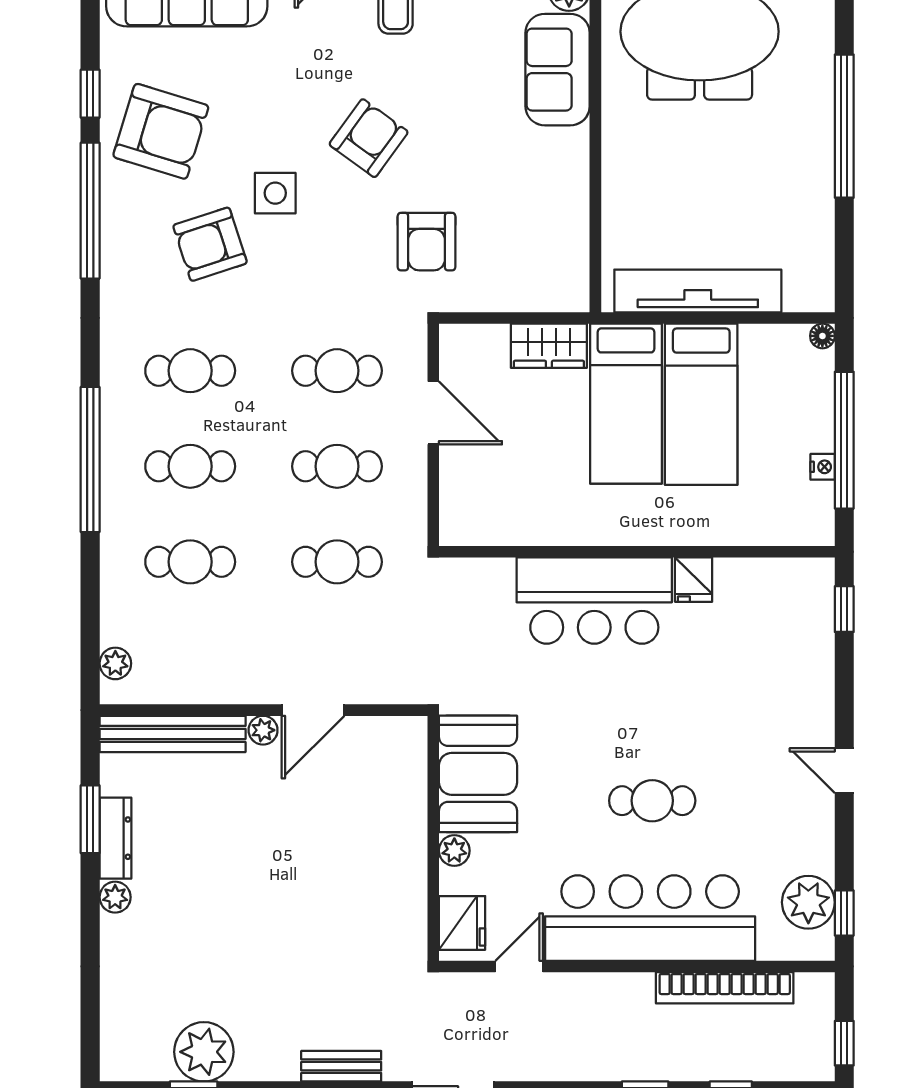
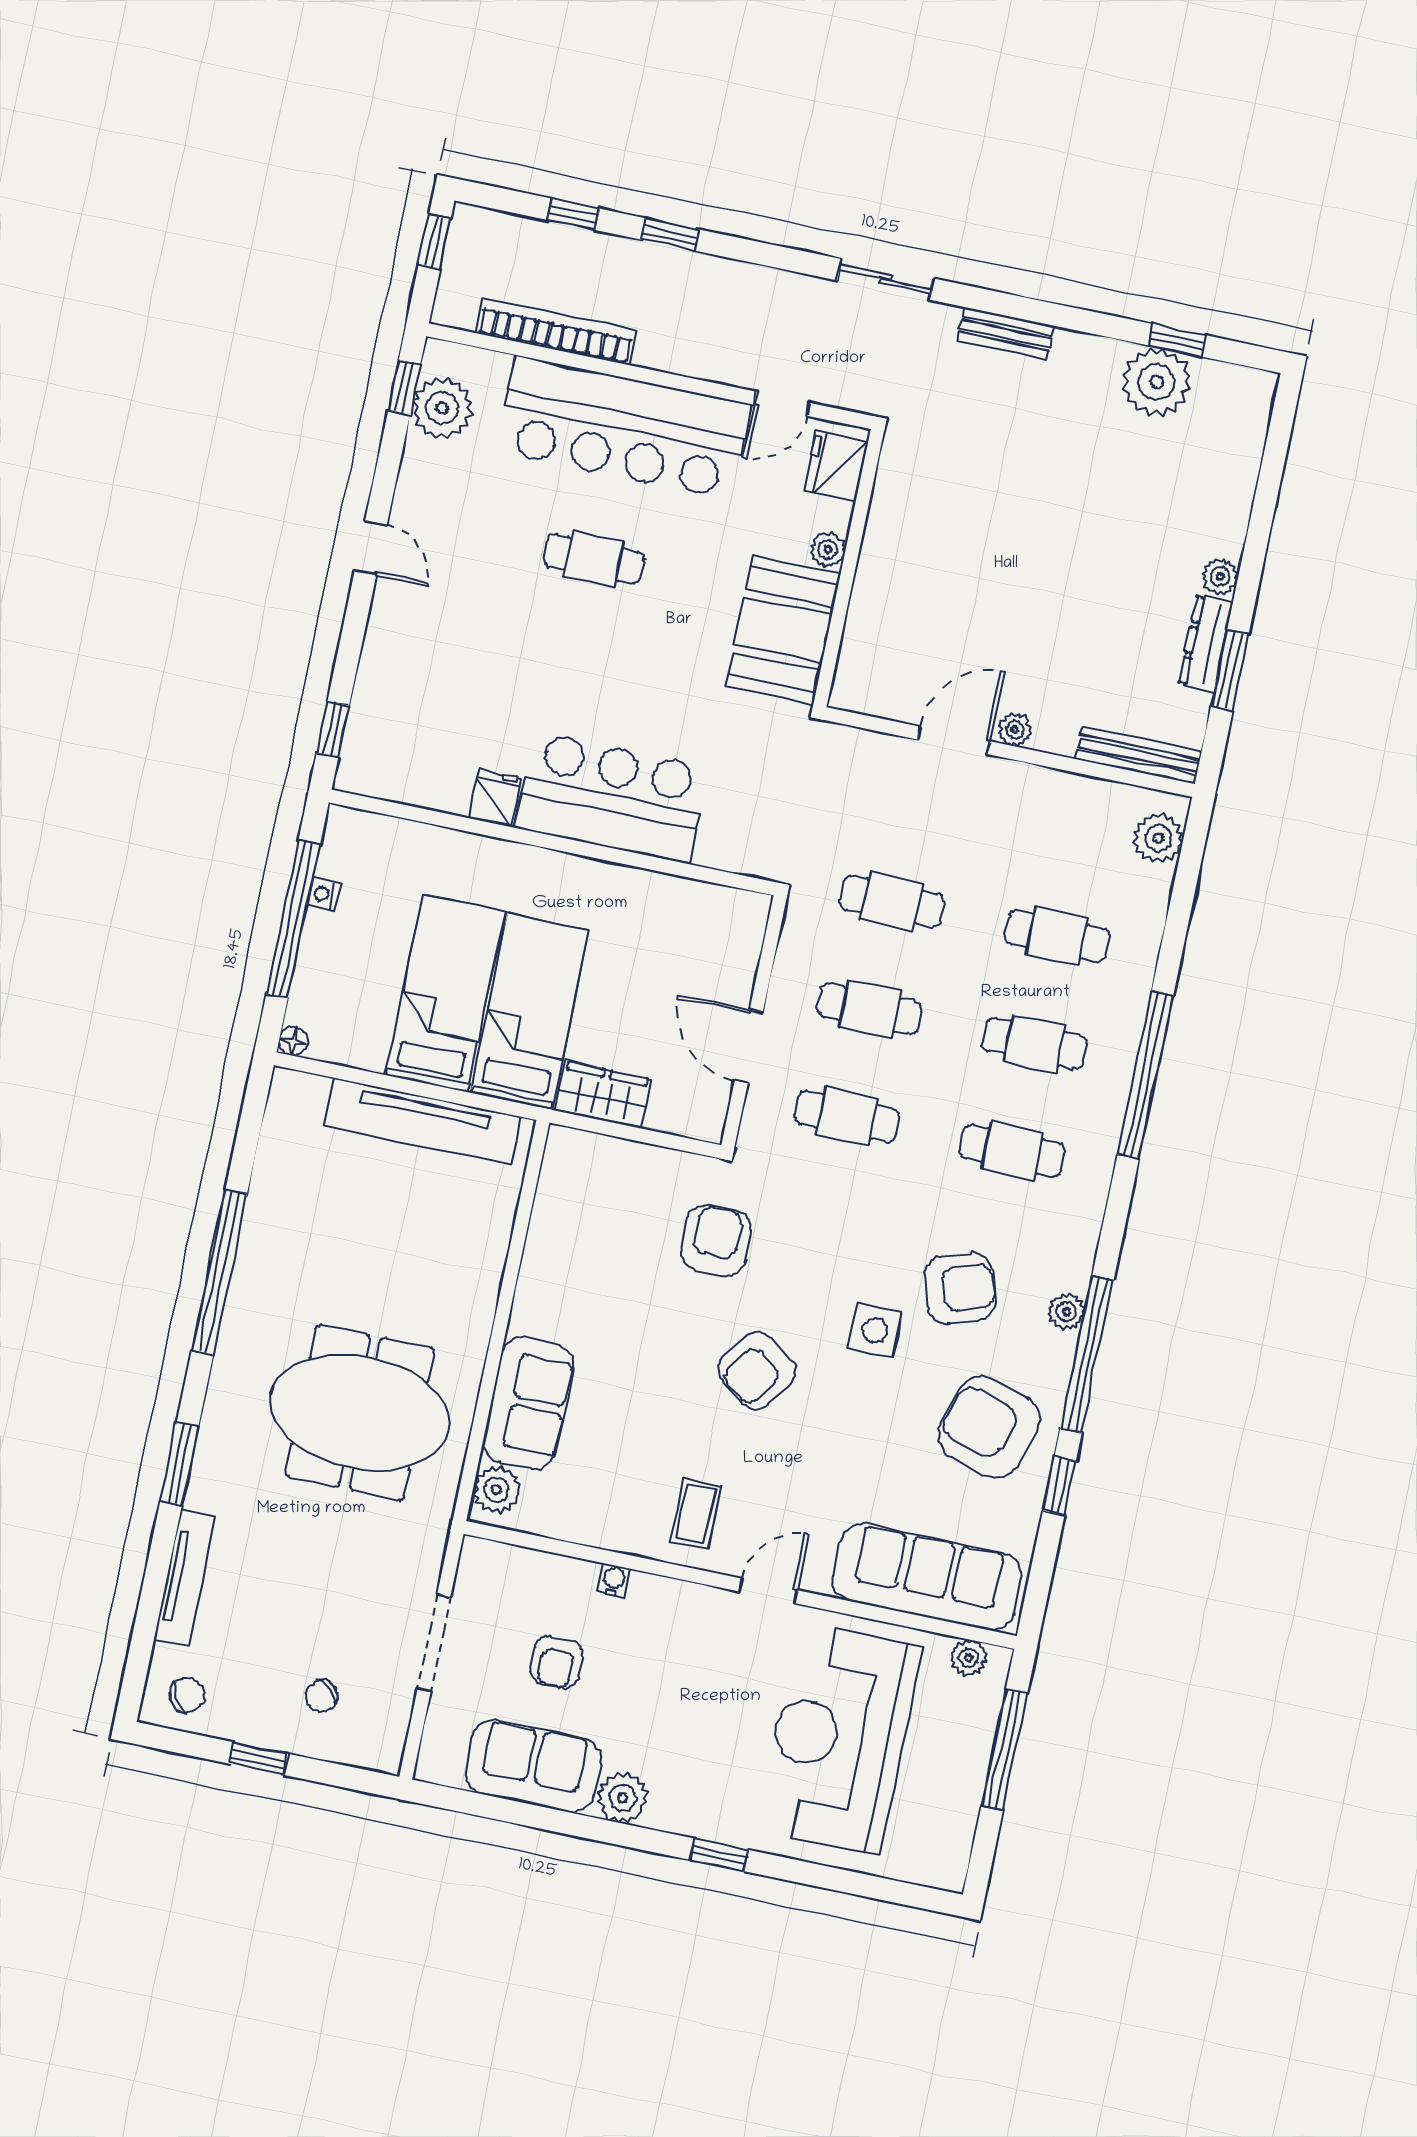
plant: (115, 243) -> (1066, 1312), added
plant: (115, 663) -> (1158, 838), width x1.38, depth x1.38
bench: (173, 734) -> (1138, 755), width x0.73, depth x0.82

